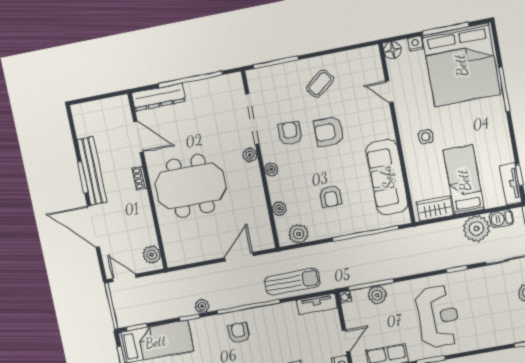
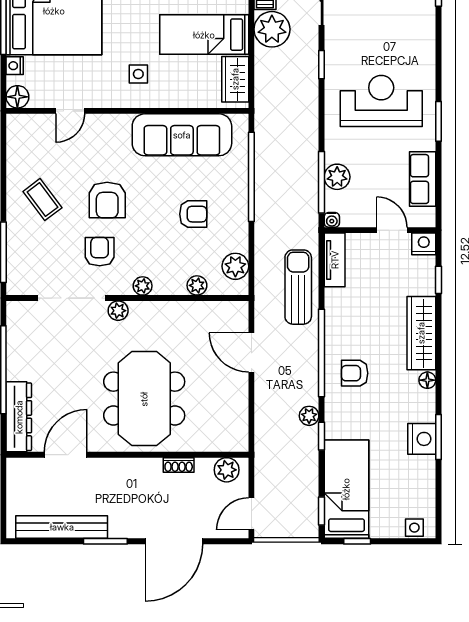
armchair: (290, 133) -> (100, 252), turned 90
bench: (92, 171) -> (62, 527), moved
shoe rack: (139, 178) -> (179, 465), moved

